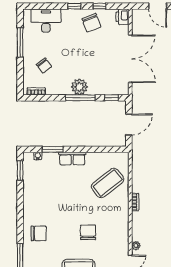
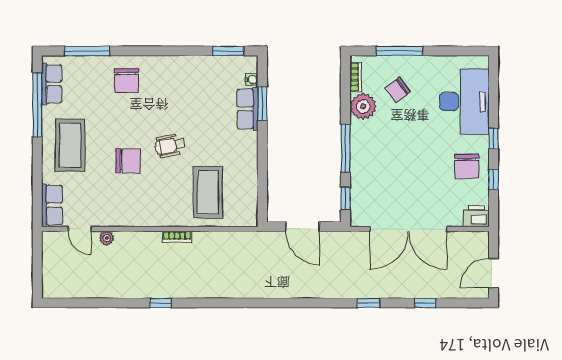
desk: (46, 21) -> (464, 102), width x1.36, depth x1.30
chair: (91, 23) -> (467, 166), turned -69
window: (20, 42) -> (399, 51), moved
plant: (79, 87) -> (363, 106), moved
row of seats: (72, 158) -> (247, 109), moved
coffee table: (108, 183) -> (208, 192), turned 38
wheelchair: (79, 206) -> (170, 146), added

